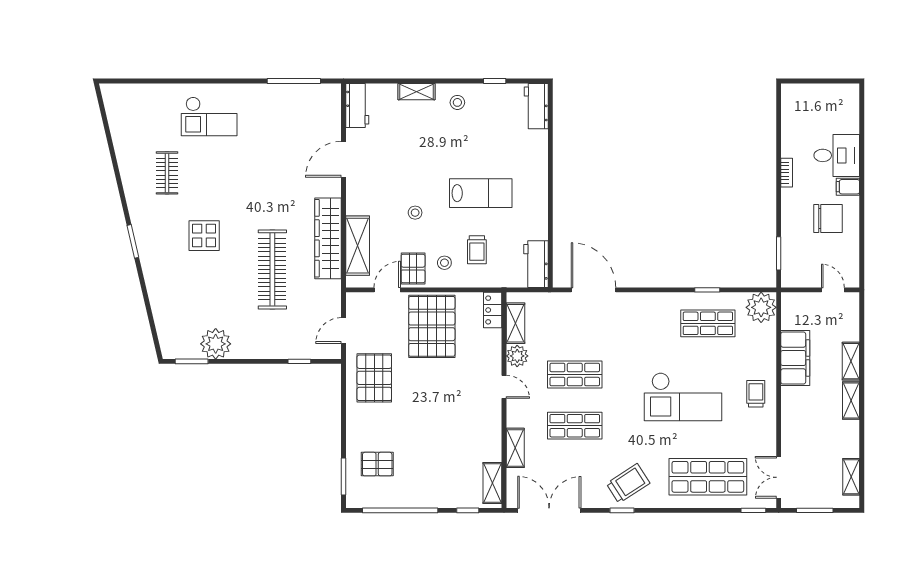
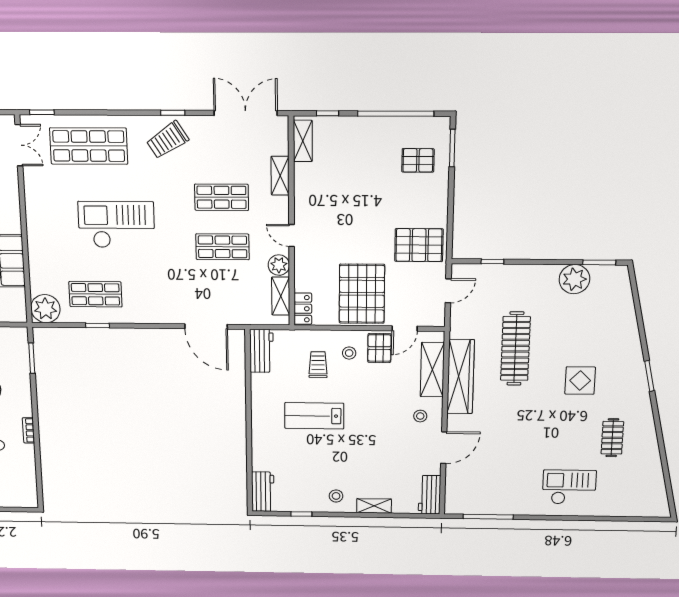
stool: (415, 213) -> (420, 416), moved
pallet: (374, 378) -> (419, 245), turned 90
trolley: (756, 394) -> (46, 227), removed
double door: (549, 510) -> (246, 113), swing flipped

